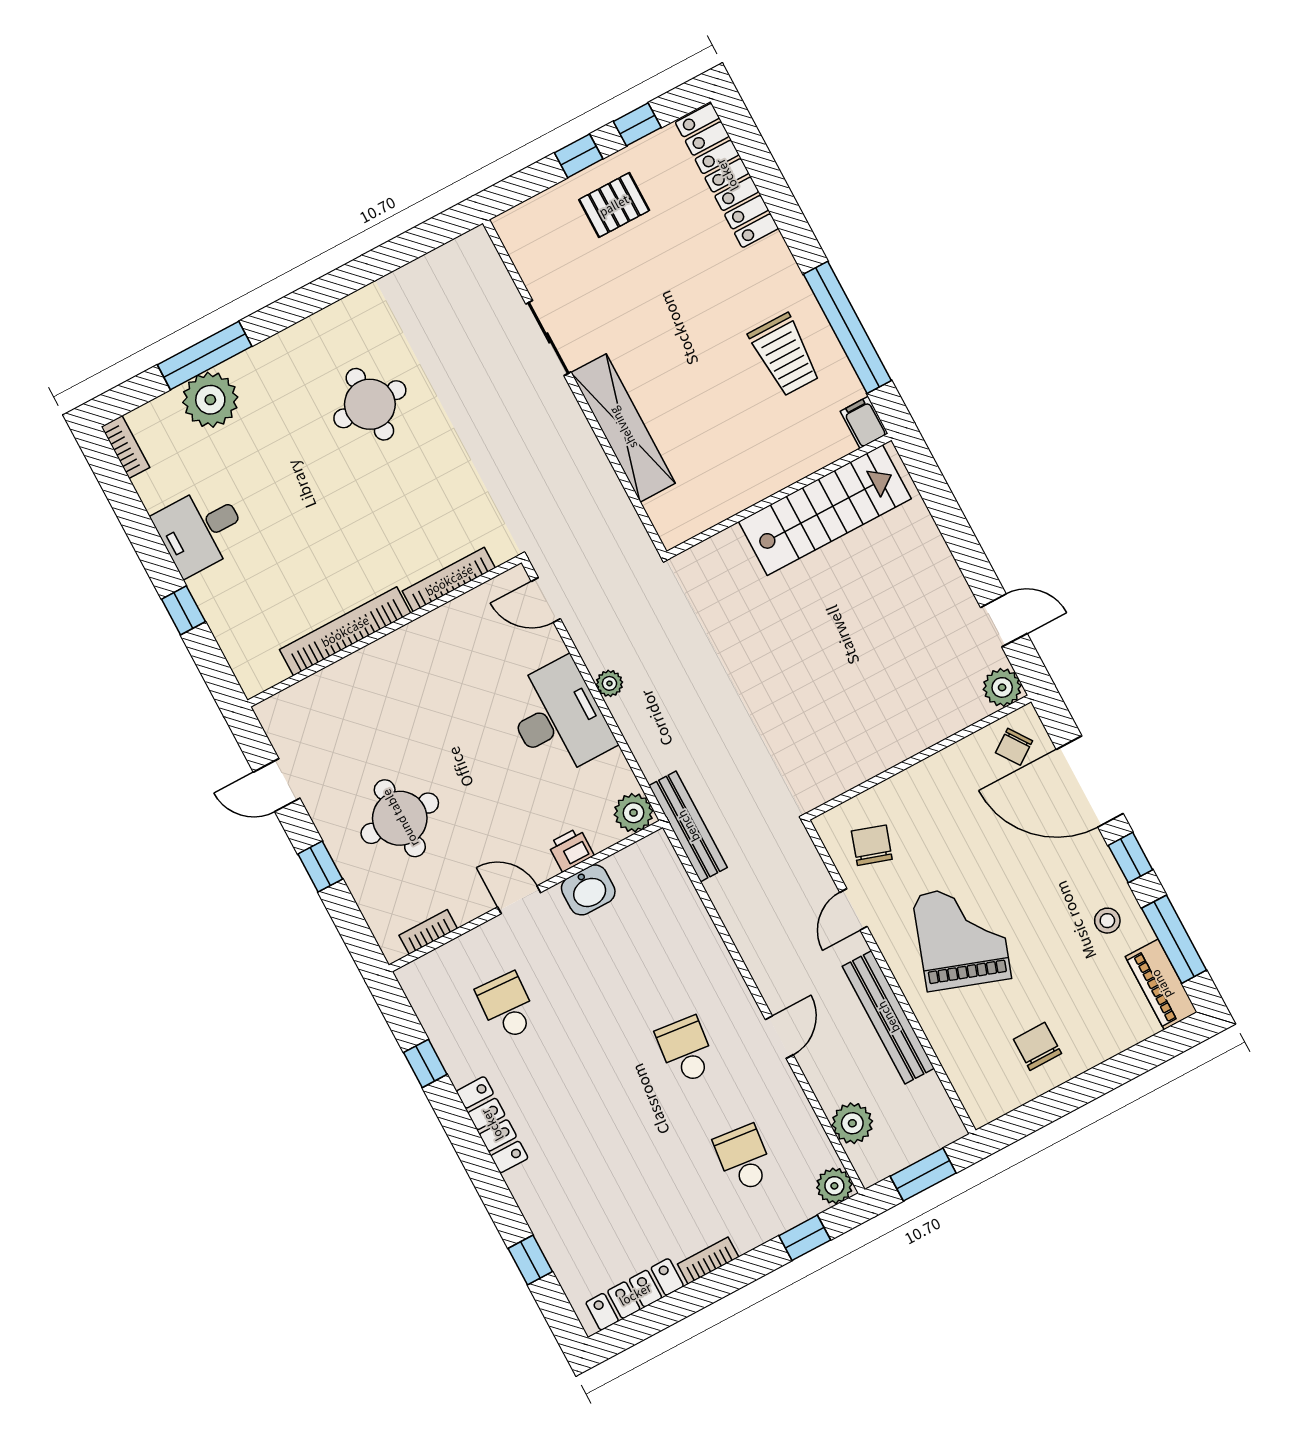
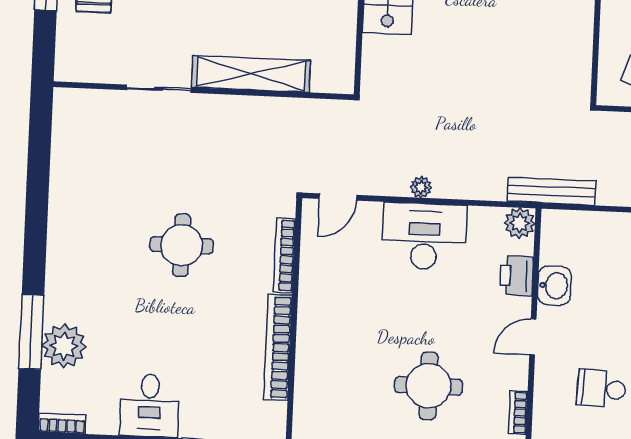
round table: (370, 404) -> (182, 245), moved
printer: (571, 850) -> (517, 276), width x1.36, depth x1.24

